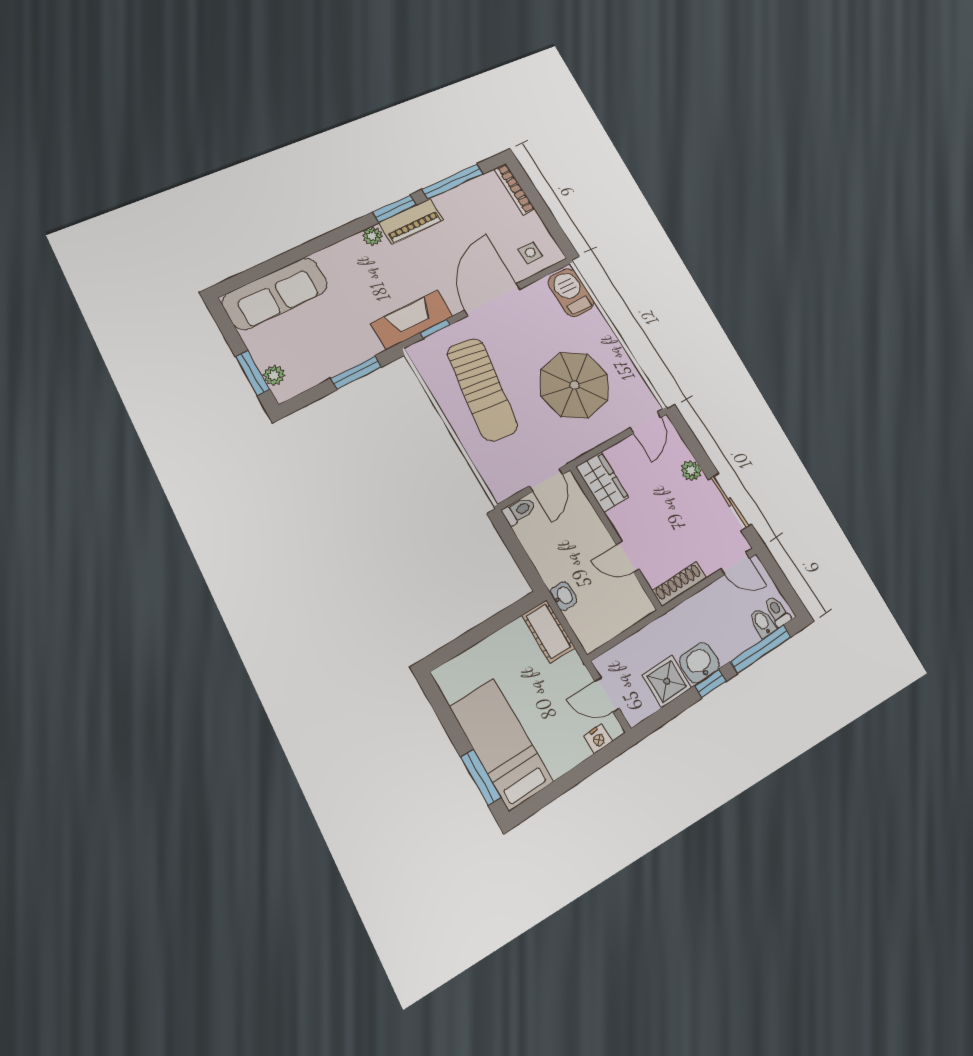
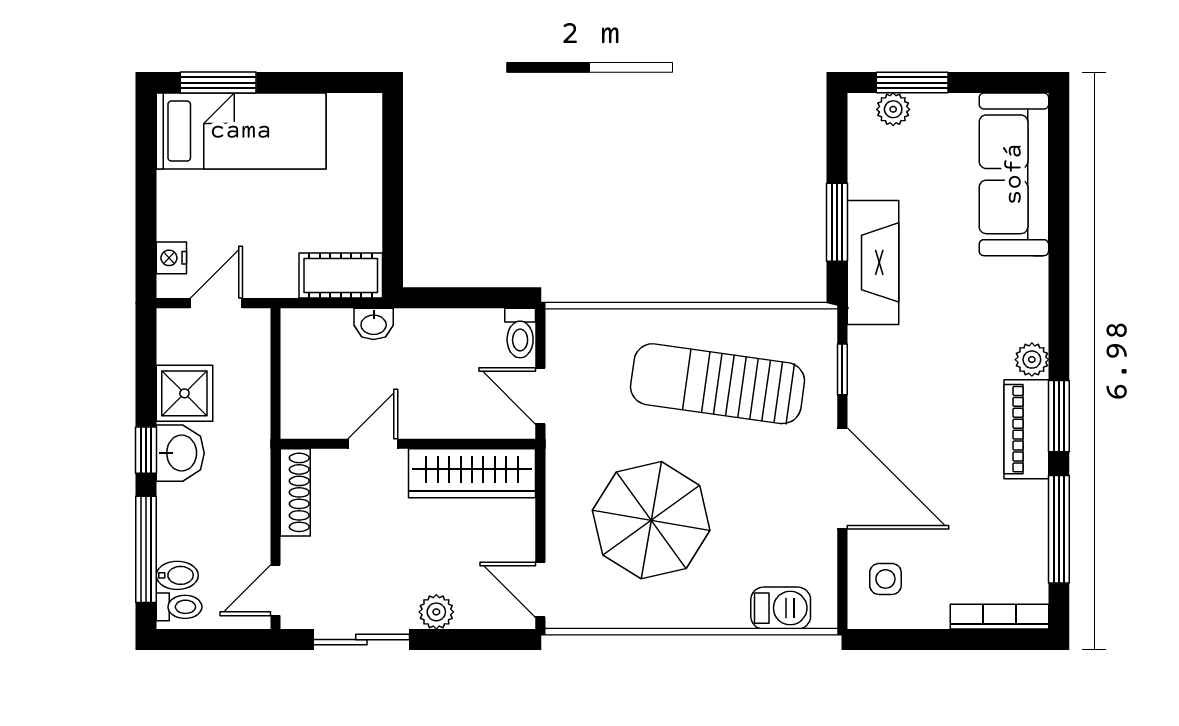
barbecue: (571, 292) -> (781, 608), width x0.73, depth x0.79
fireplace: (412, 320) -> (873, 262), moved
wardrobe: (602, 482) -> (472, 473), width x1.50

